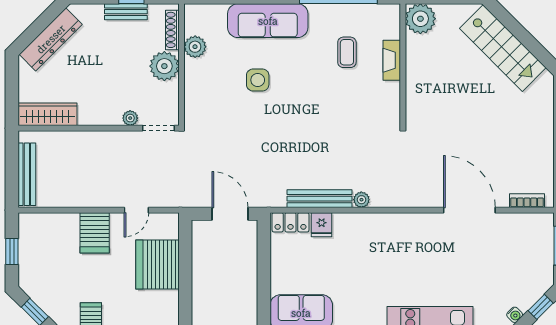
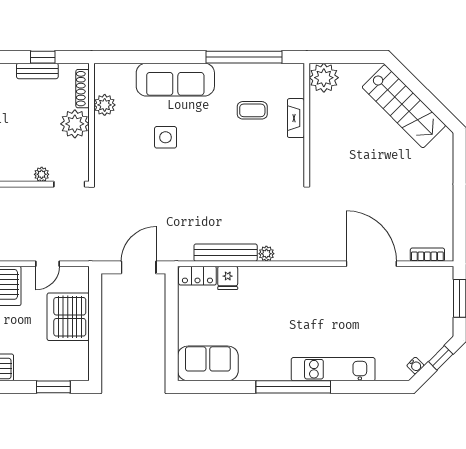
coffee table: (347, 52) -> (252, 110), turned 90
door: (230, 214) -> (139, 267), hinge flipped

